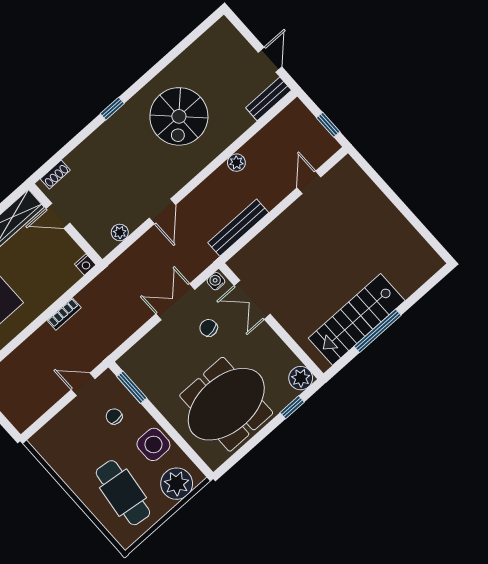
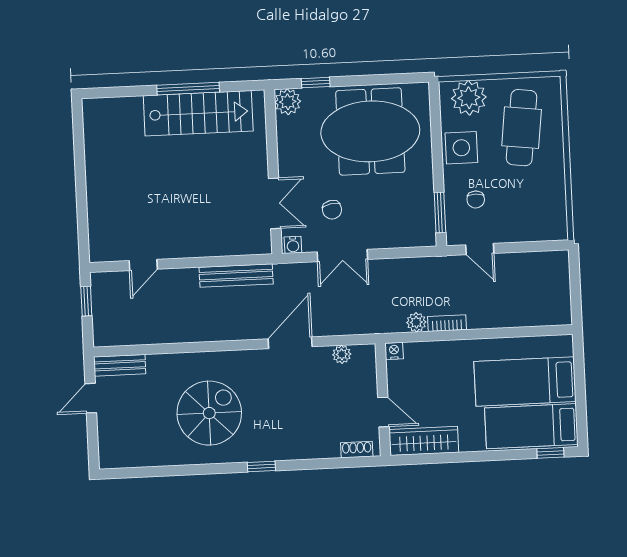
plant: (236, 163) -> (416, 322), moved
door: (162, 211) -> (290, 343), width x1.38

